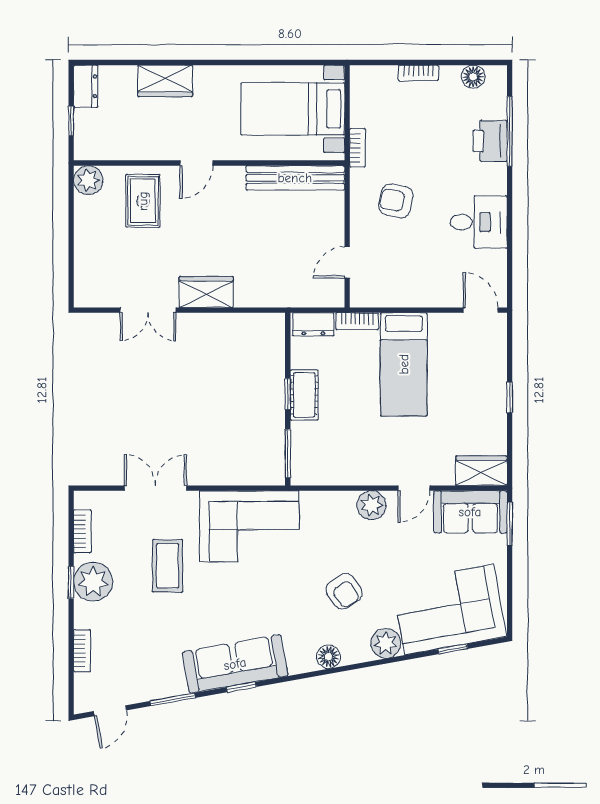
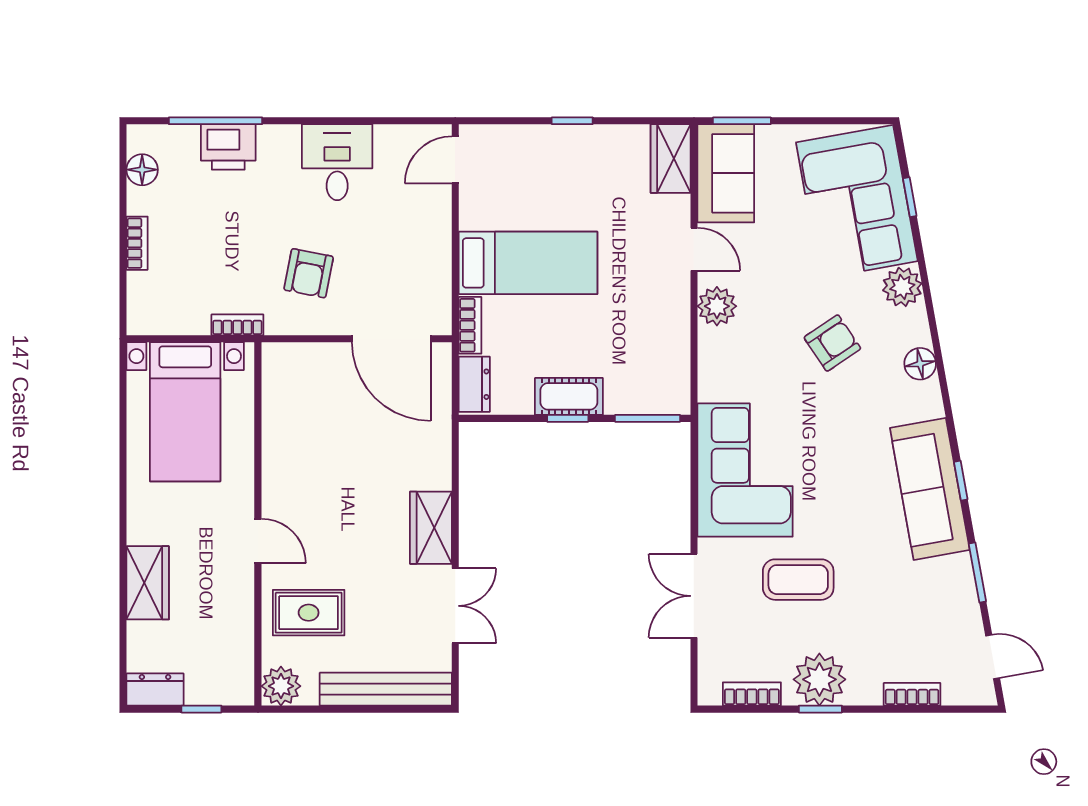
bench: (295, 178) -> (386, 689), moved, turned 90
door: (347, 262) -> (391, 339), width x1.87

